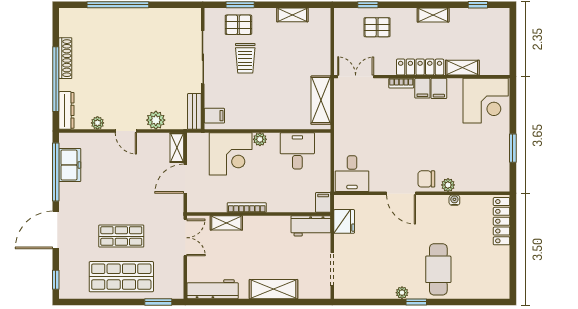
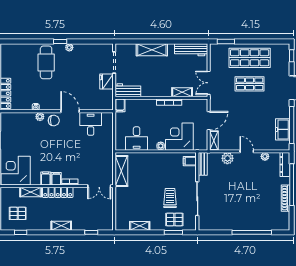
shelving: (433, 15) -> (61, 226), moved
pallet: (377, 27) -> (18, 213), moved
desk: (352, 174) -> (91, 124), moved
fridge: (344, 221) -> (107, 81), moved

